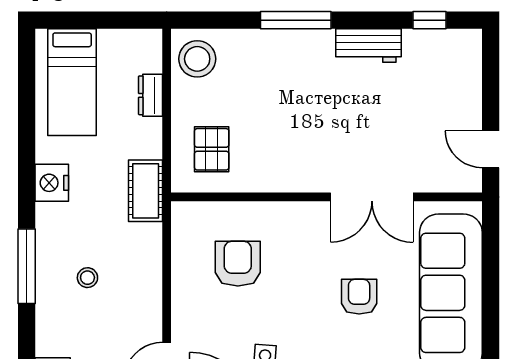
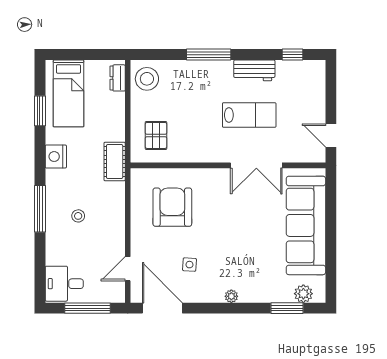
dresser: (151, 95) -> (118, 78), moved
window: (27, 110) -> (40, 111), added
lab bench: (360, 117) -> (249, 115), added
armchair: (238, 264) -> (172, 207), width x1.36, depth x1.36
armchair: (359, 297) -> (248, 228), removed

